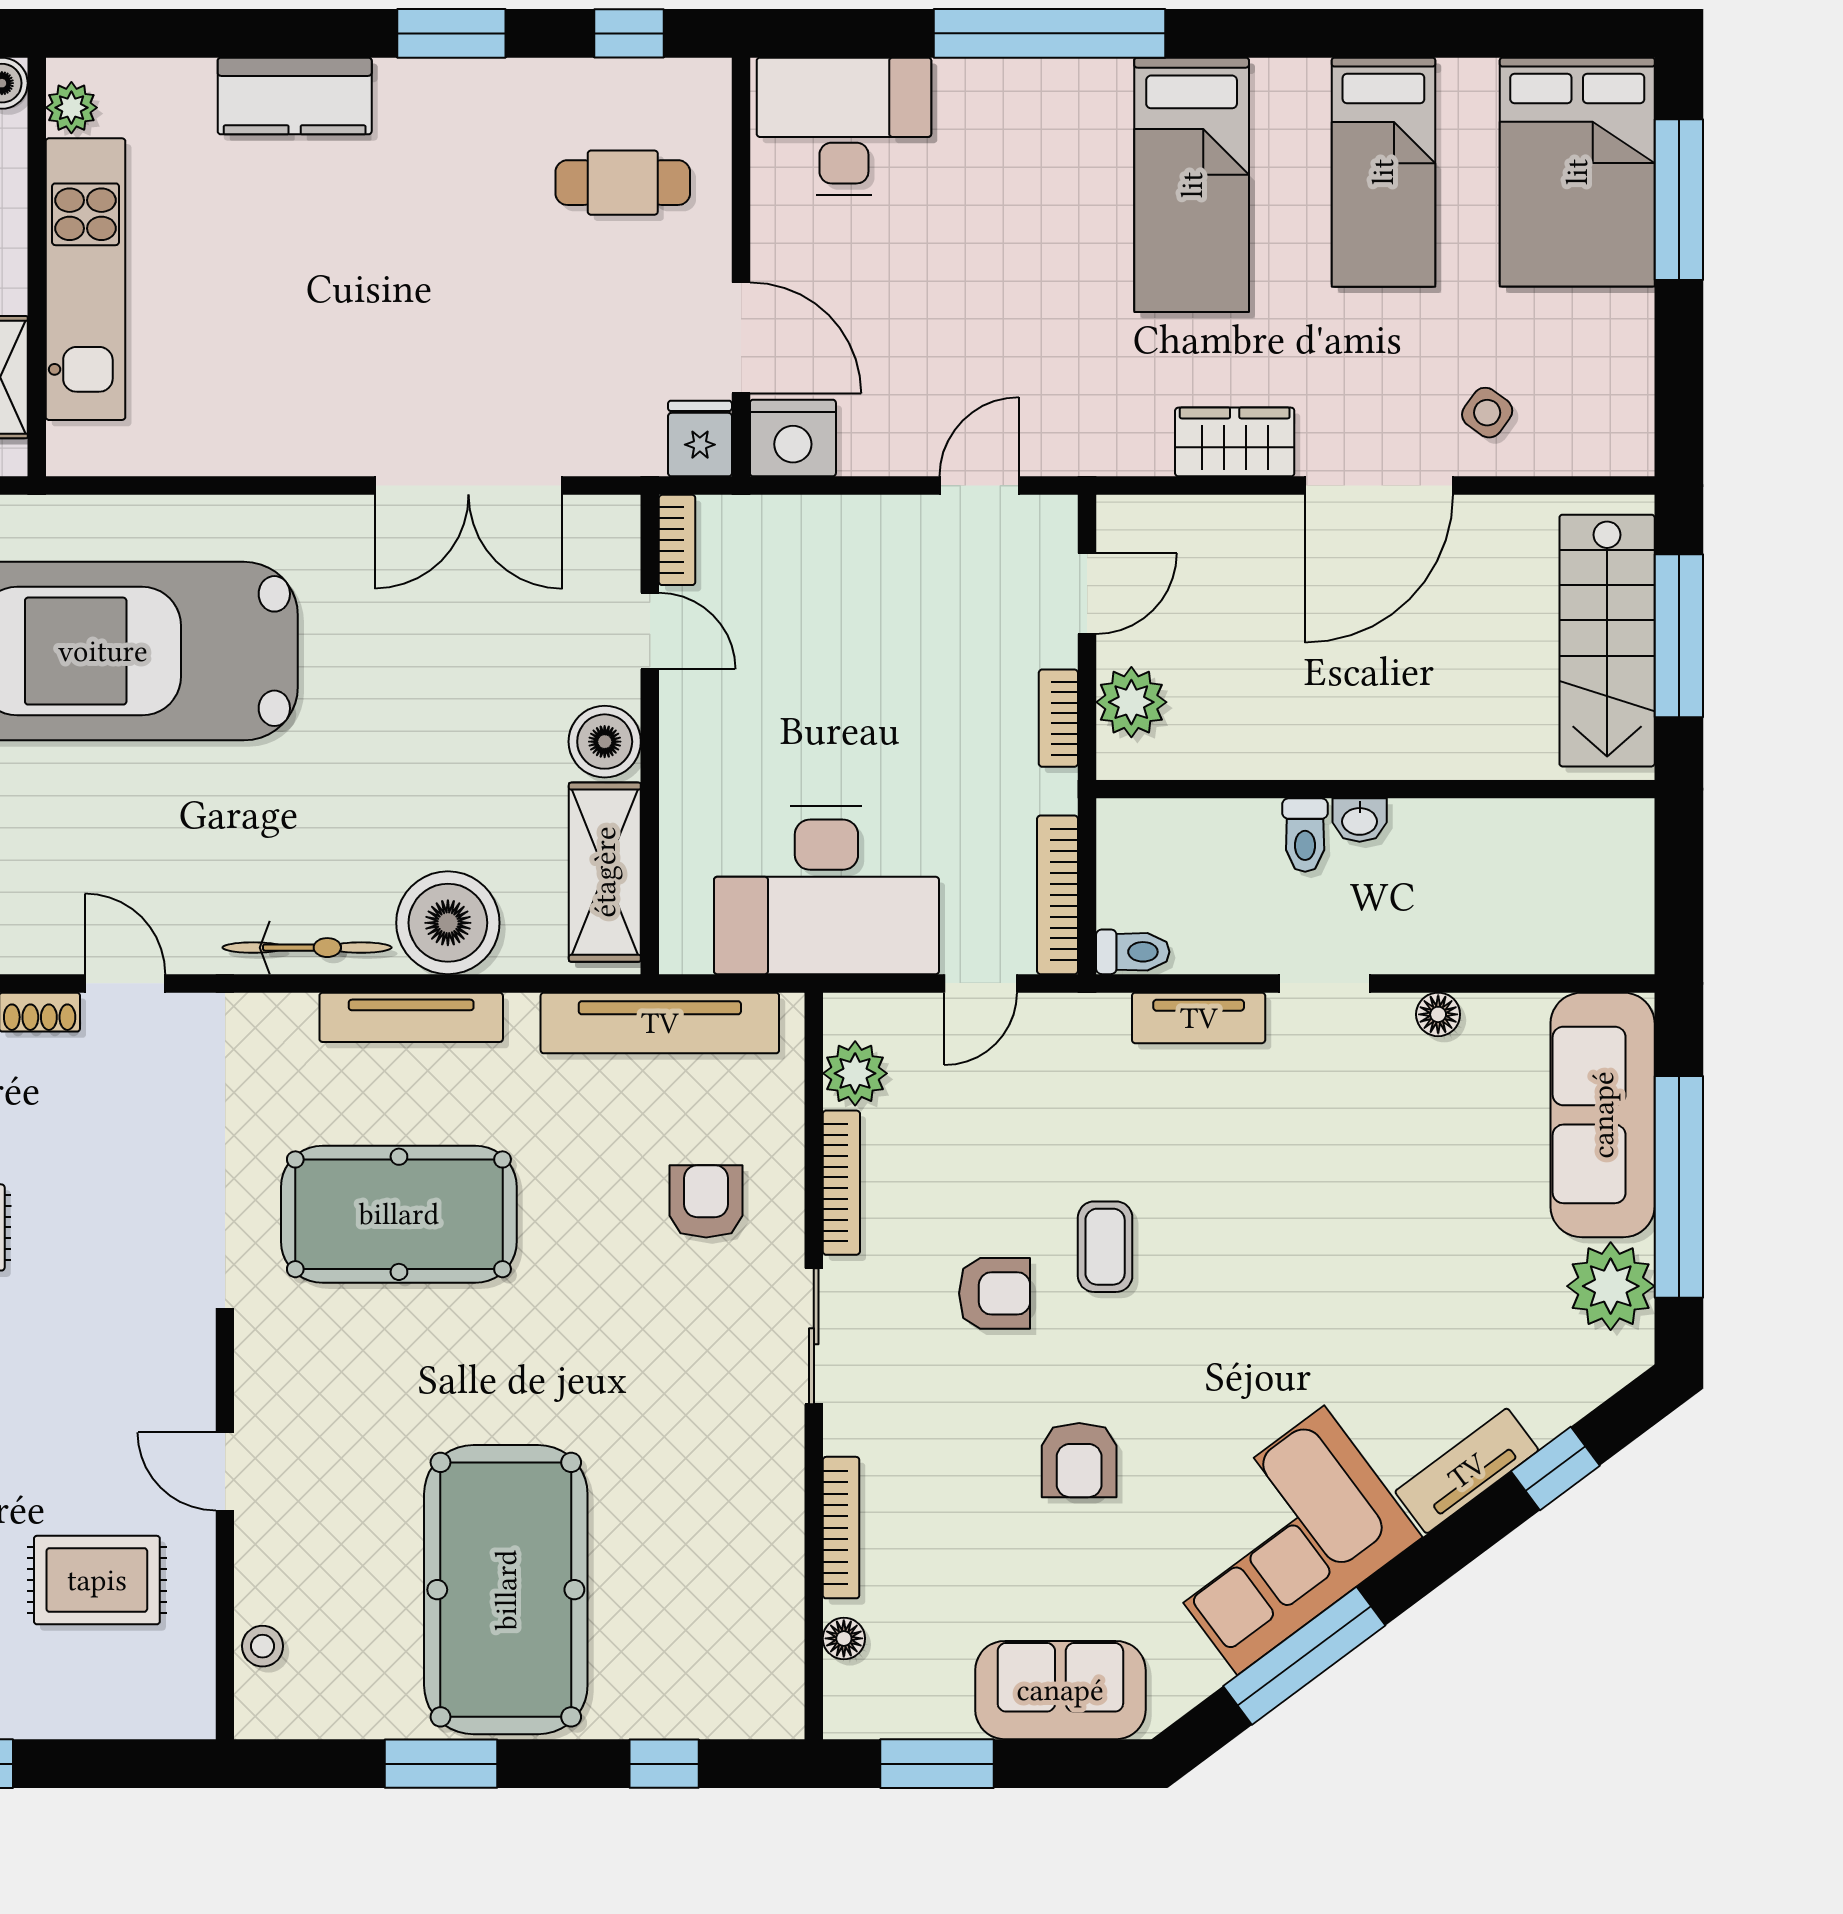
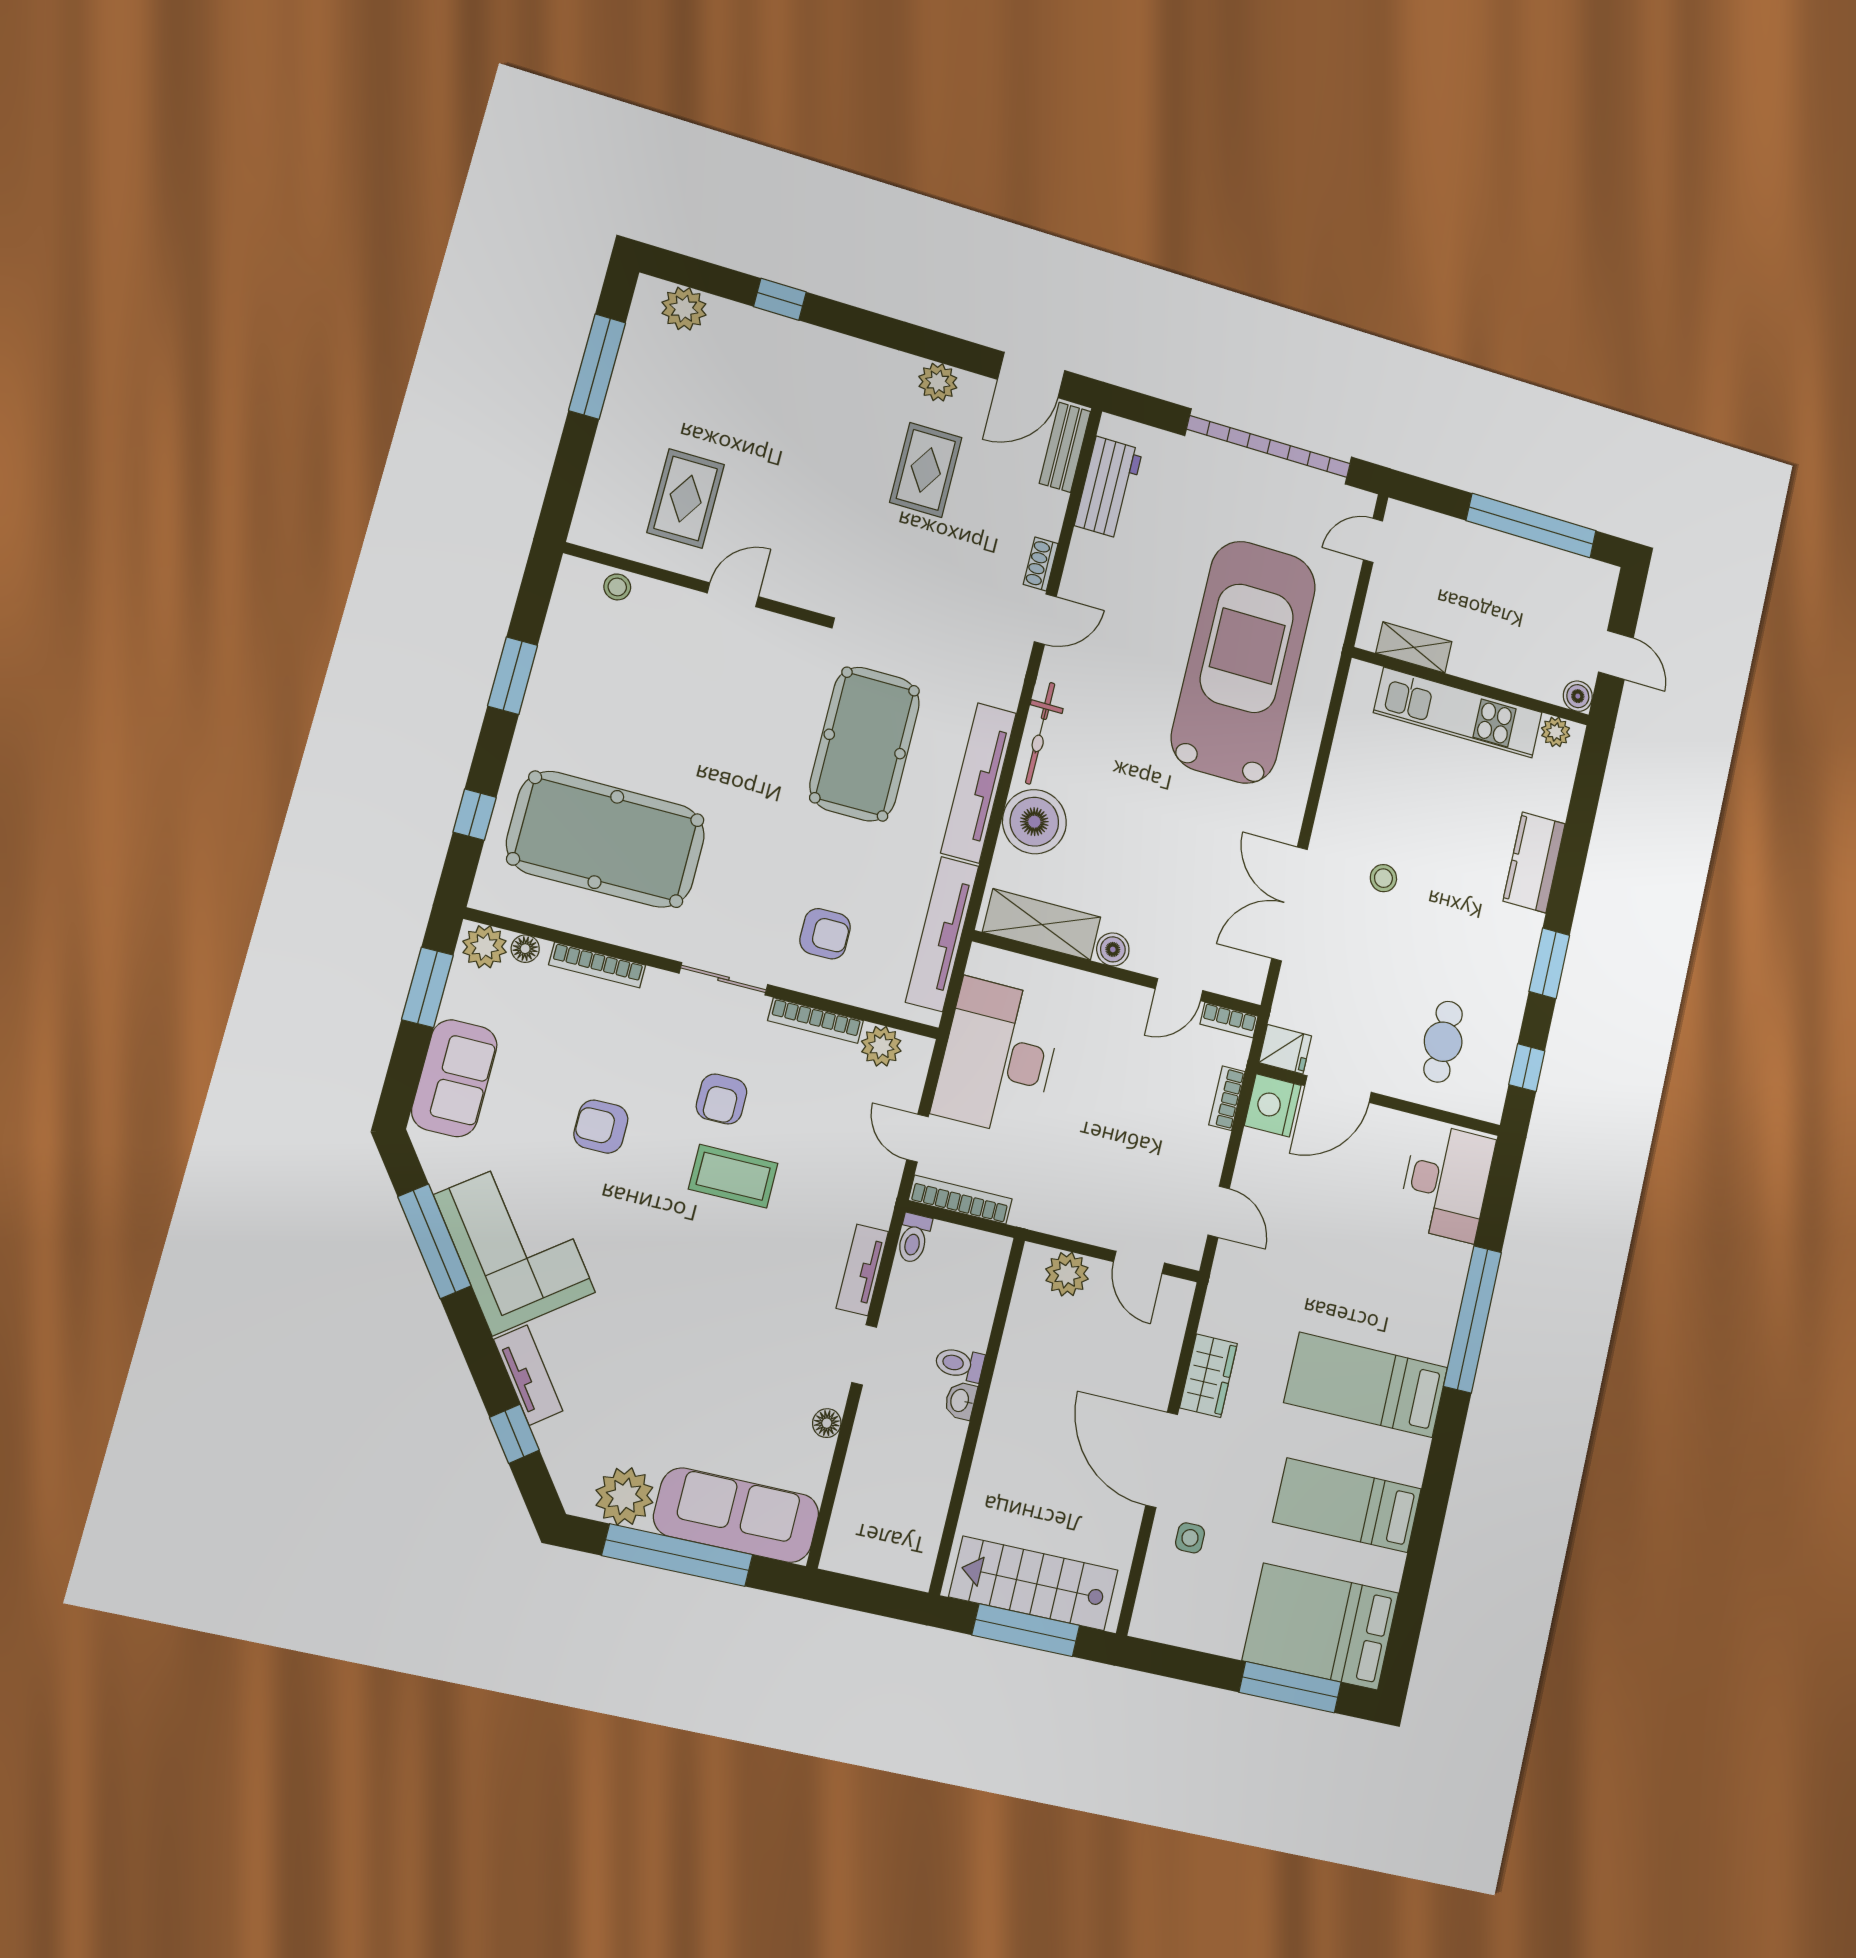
stool: (387, 341) -> (1383, 878), added
side table: (1487, 413) -> (1190, 1538), turned -36
bookcase: (1058, 718) -> (1227, 1098), moved, turned -90
boiler: (605, 742) -> (1113, 949), width x0.73, depth x0.73
tv unit: (411, 1017) -> (979, 783), width x1.36, depth x1.29
coffee table: (1105, 1247) -> (733, 1176), width x1.36, depth x1.30
pool table: (506, 1590) -> (606, 839), moved
plant: (856, 1698) -> (485, 947), added

